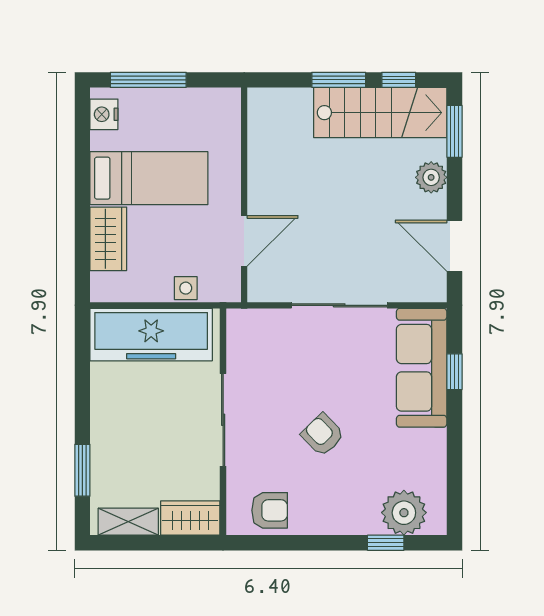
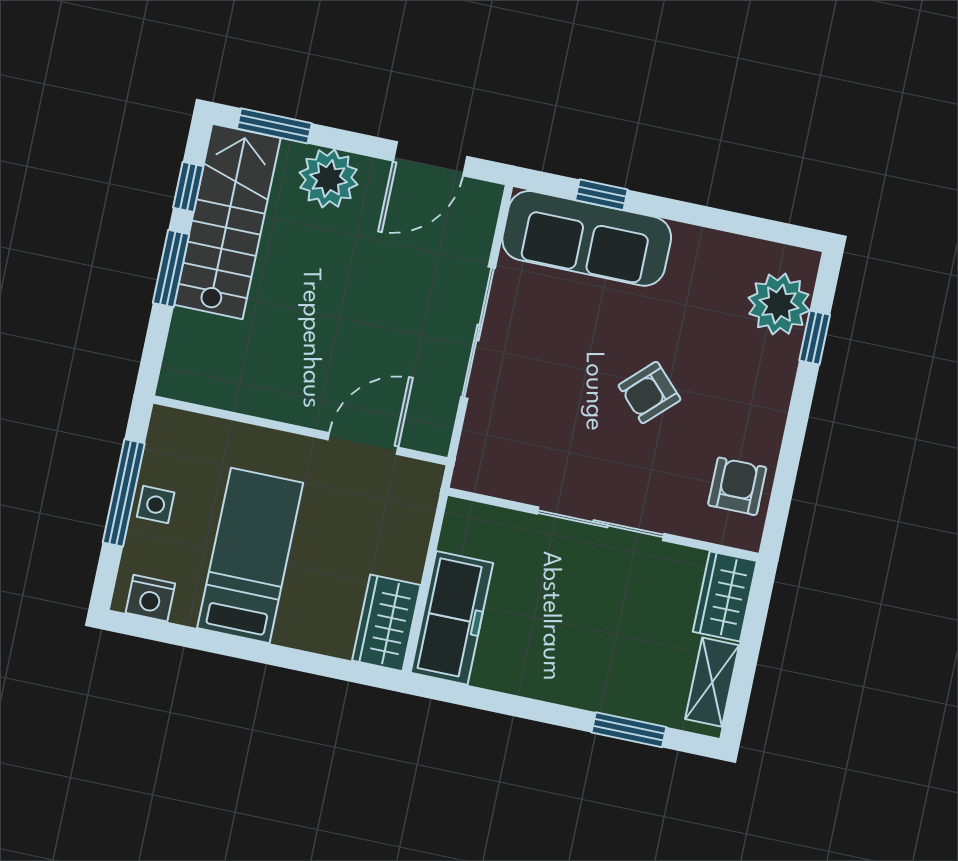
window: (148, 80) -> (124, 493), moved
plant: (431, 177) -> (328, 179), width x1.36, depth x1.36
wardrobe: (108, 239) -> (386, 623), moved, turned -90
door: (244, 241) -> (363, 444), hinge flipped
side table: (186, 288) -> (156, 505), moved
freezer: (151, 335) -> (452, 618), width x0.73, depth x0.79

